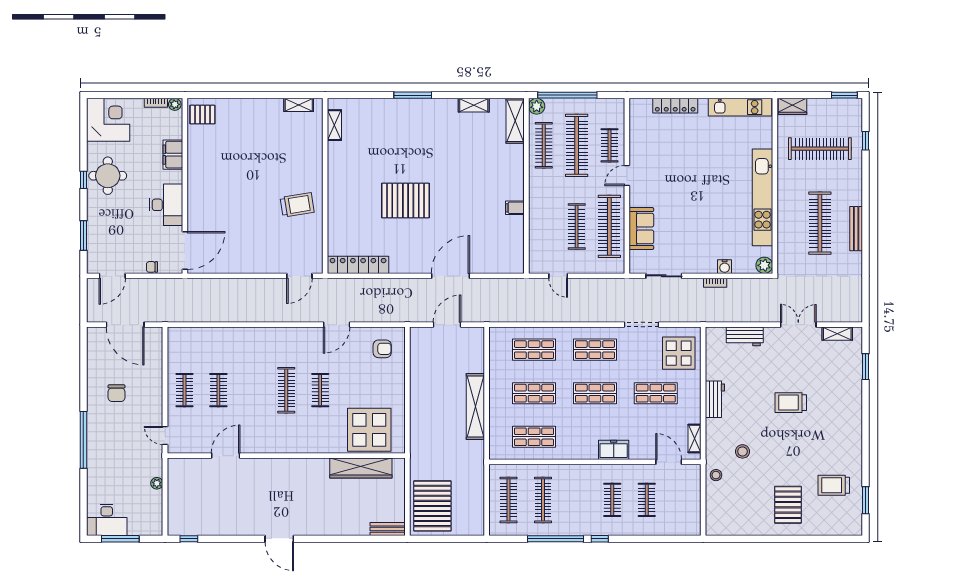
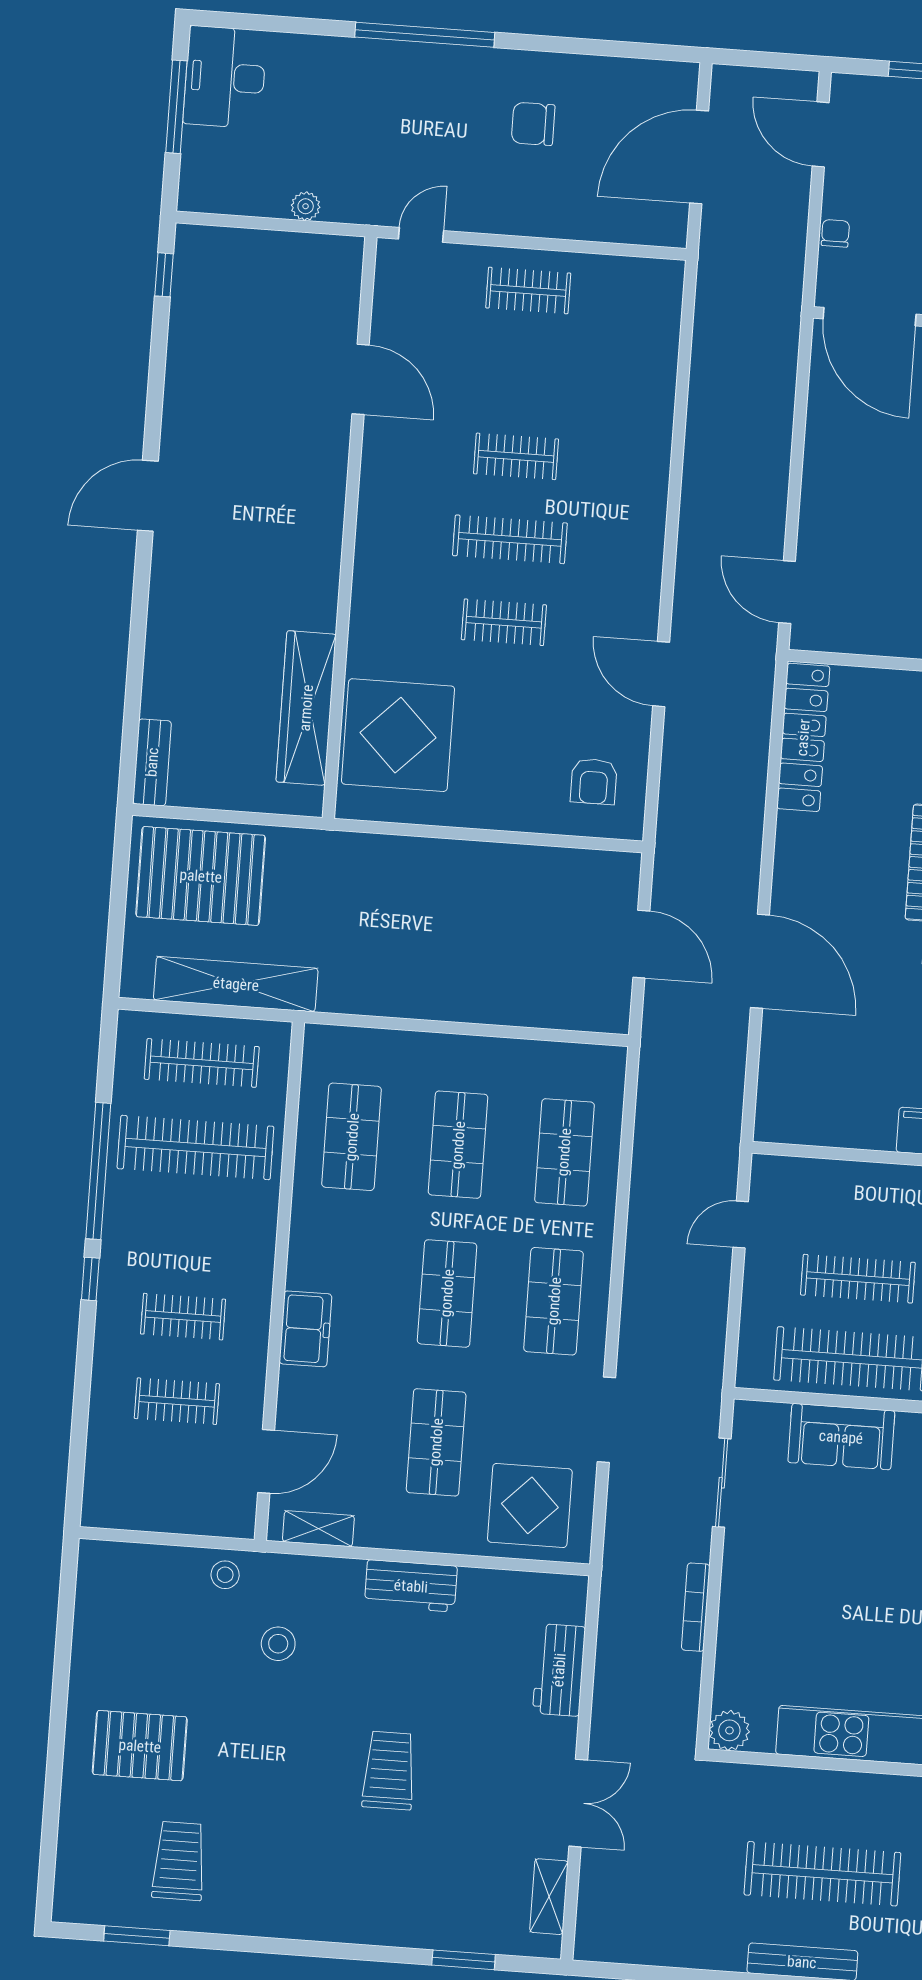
water cooler: (725, 267) -> (733, 1633), removed
bookcase: (715, 283) -> (696, 1607), width x1.56
clothes rail: (218, 390) -> (516, 456), moved
shelving: (475, 407) -> (236, 984), moved
clothes rail: (543, 500) -> (195, 1147), width x1.37, depth x1.31

